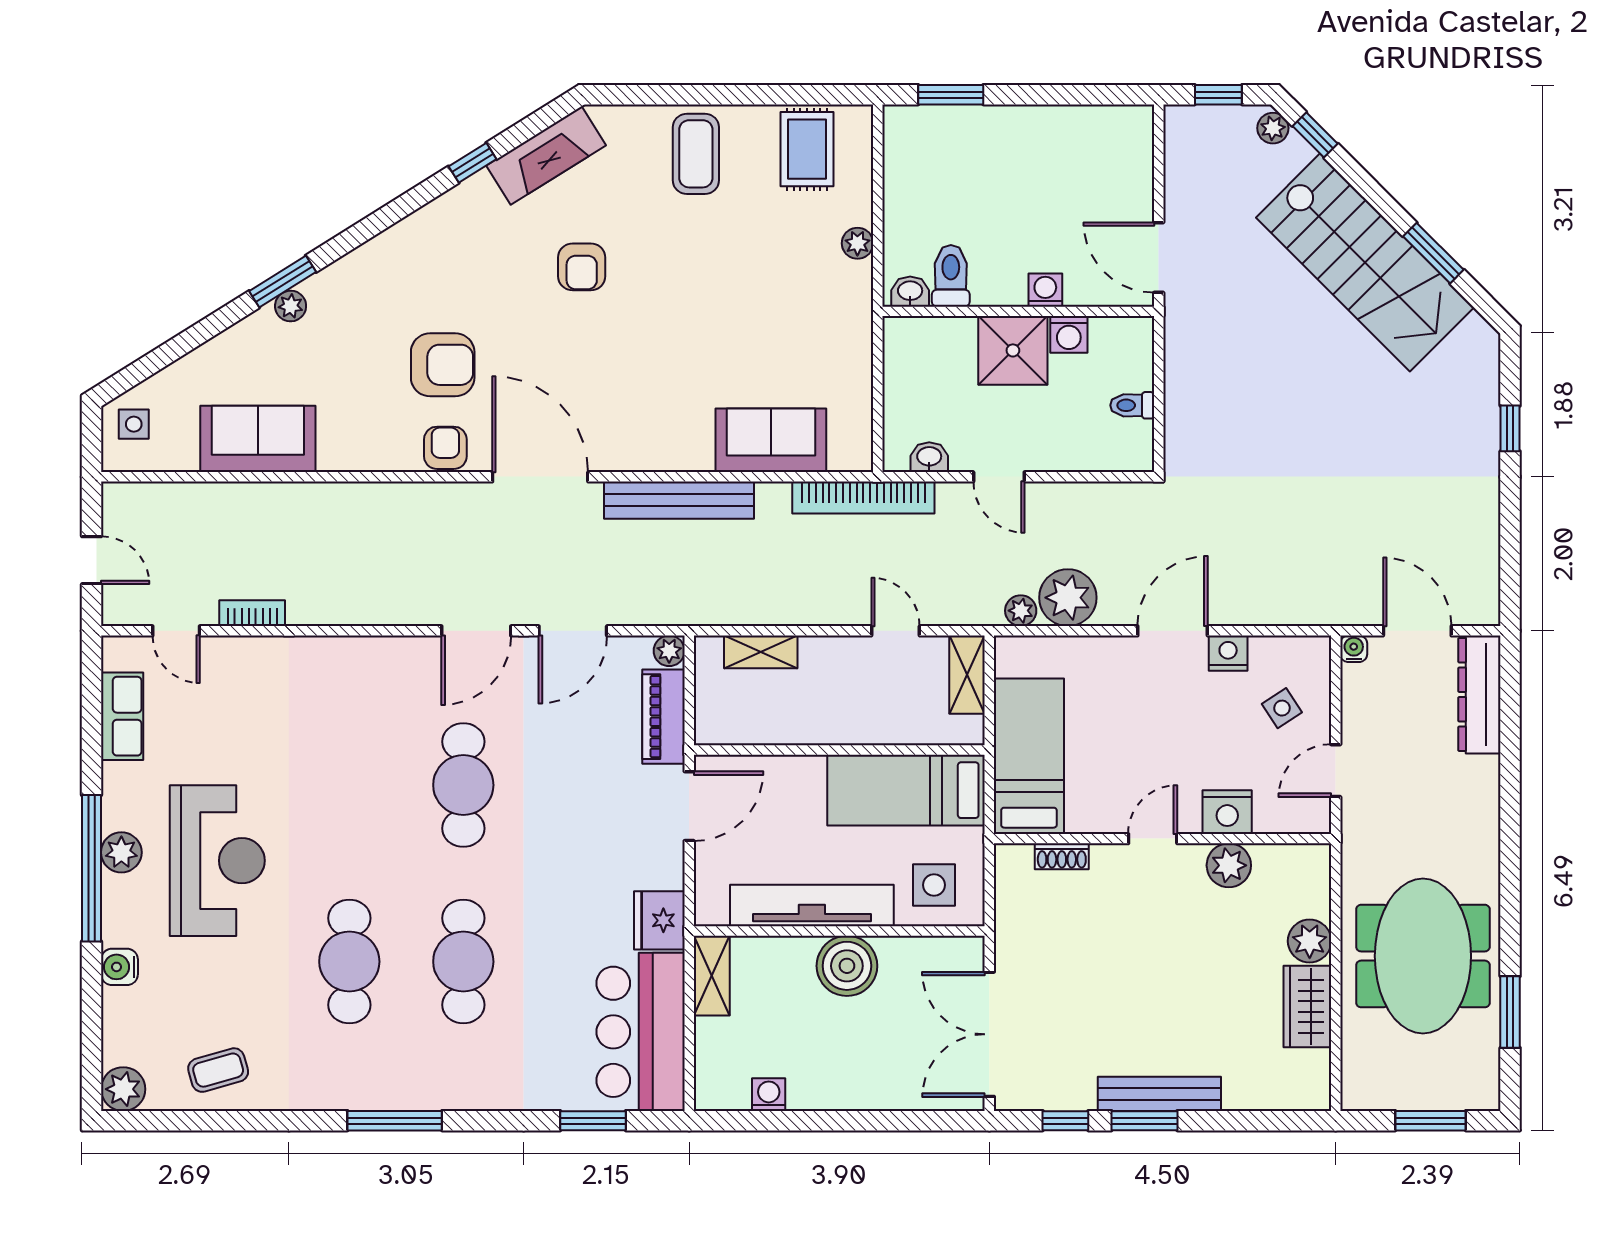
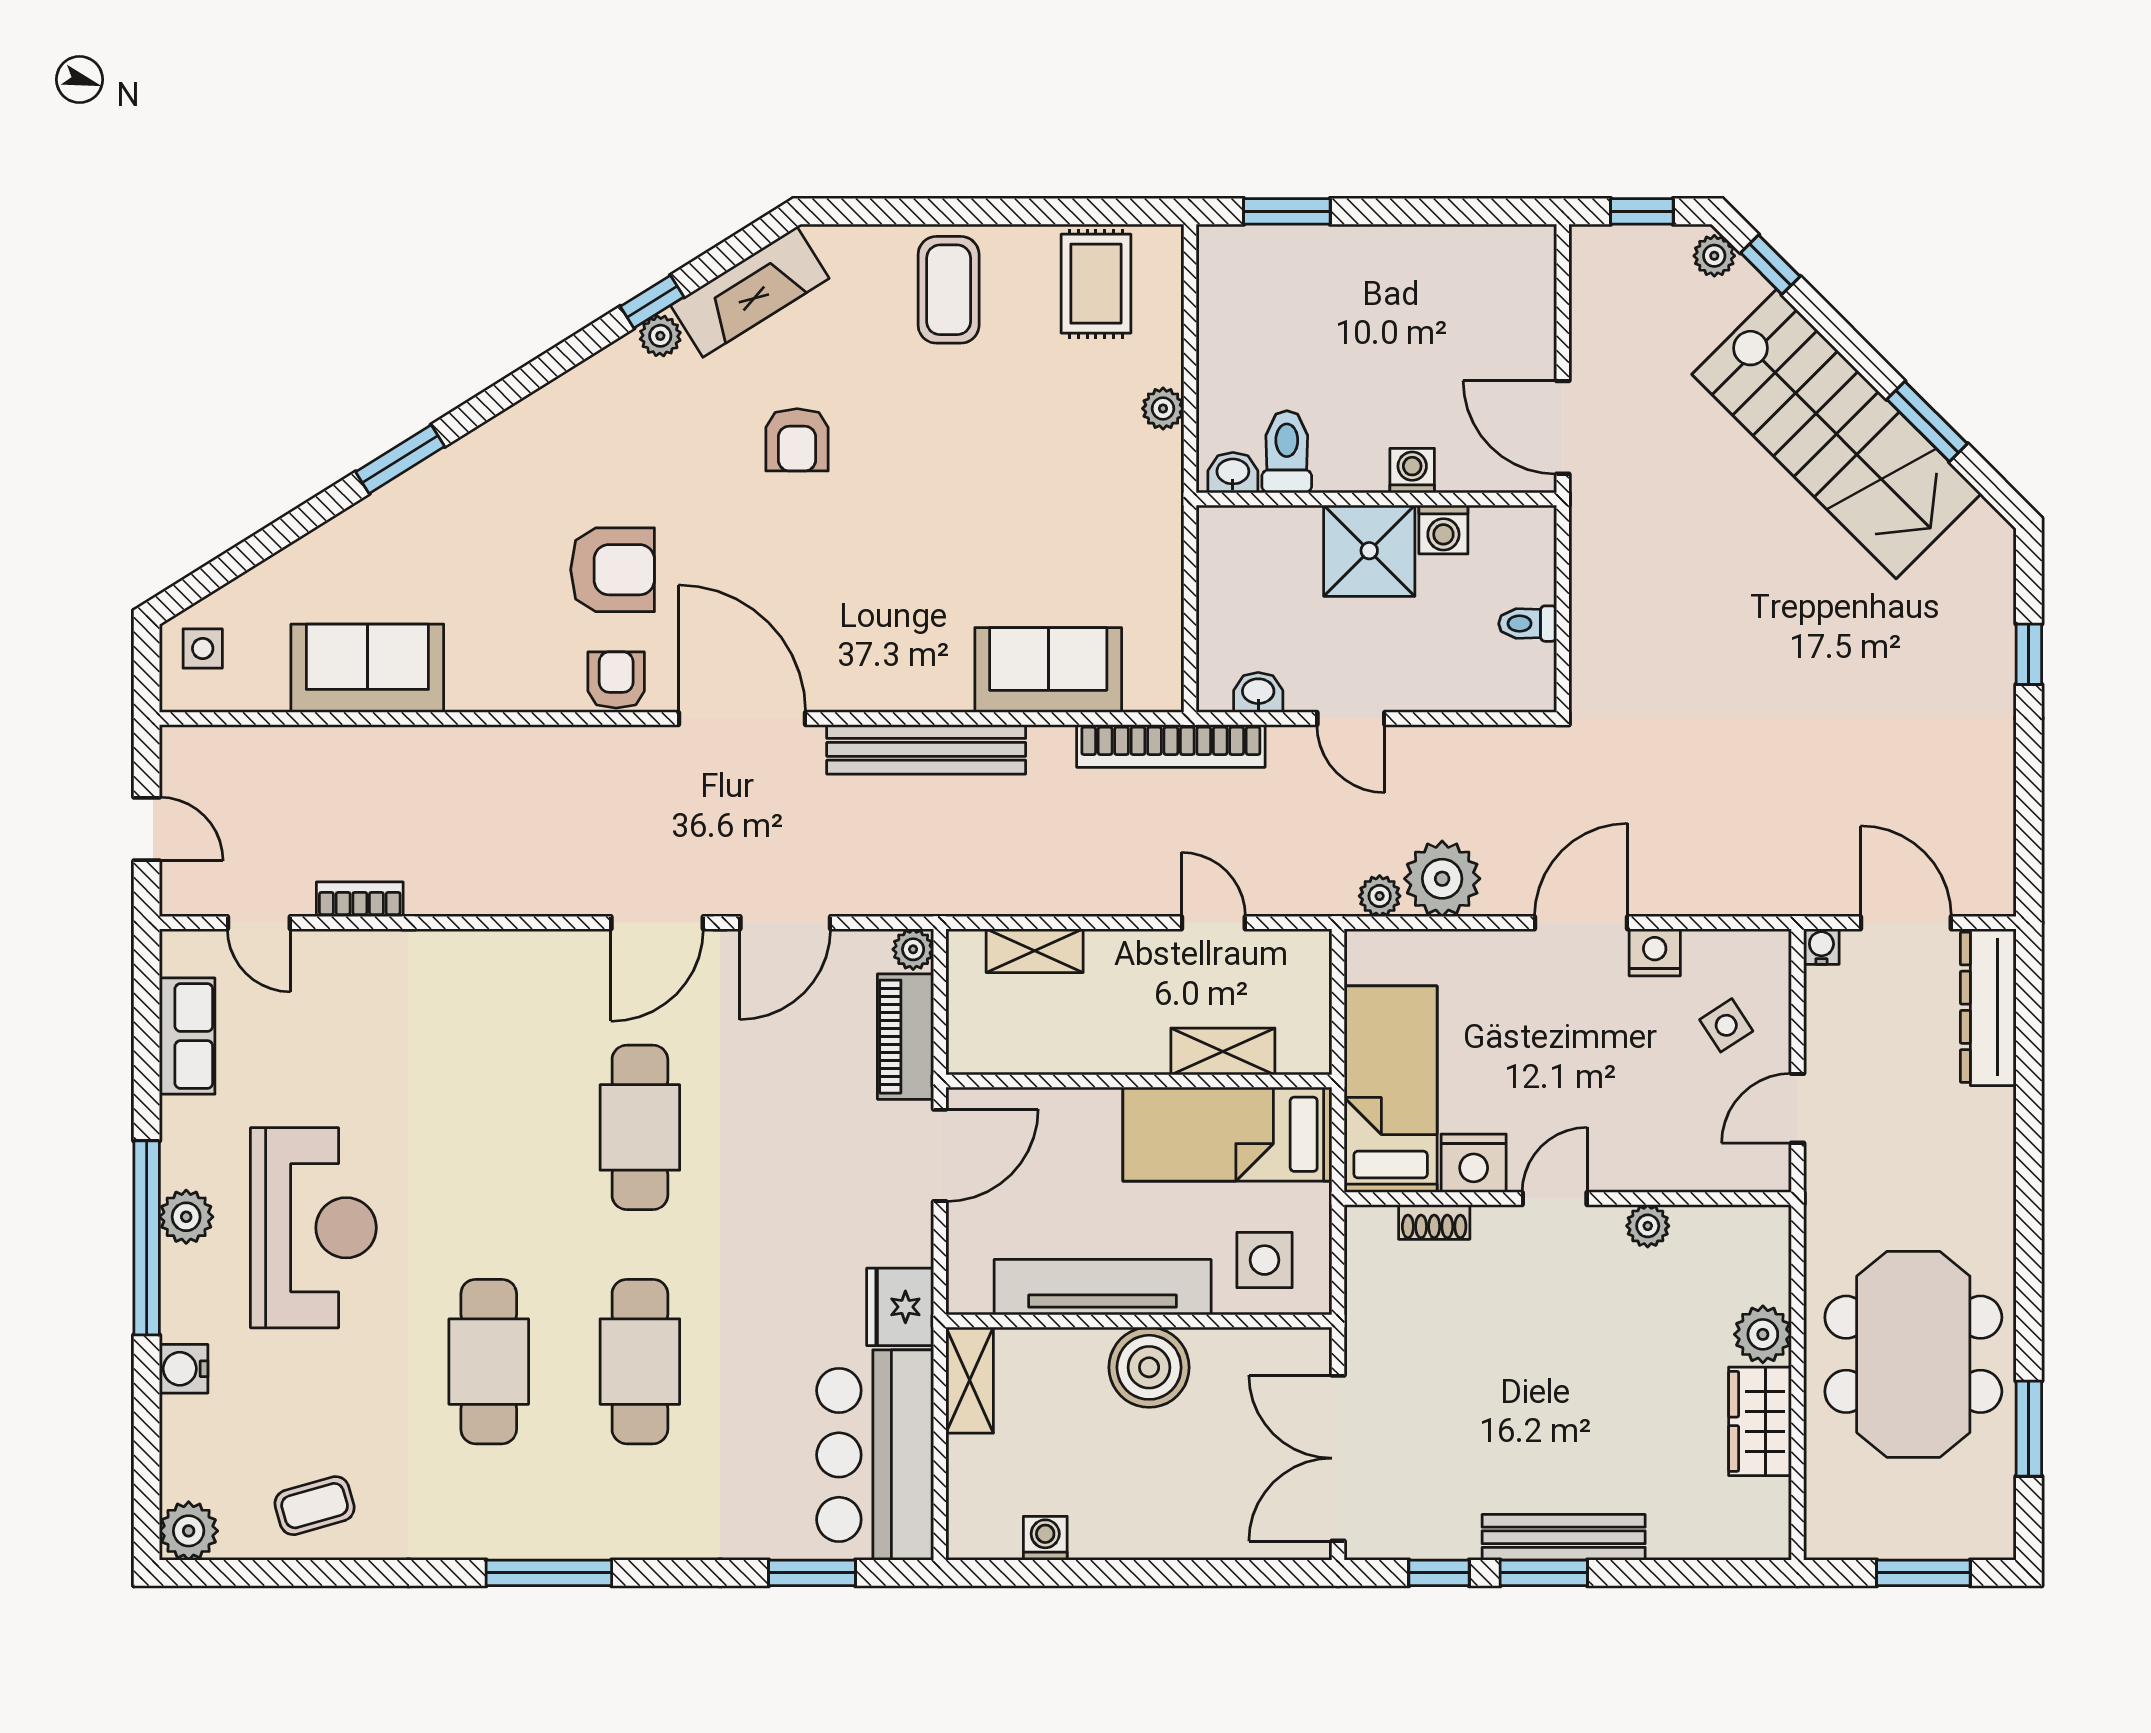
plant: (291, 306) -> (660, 336), moved
shelving: (967, 675) -> (1223, 1051), moved, turned 90
nightstand: (1227, 812) -> (1474, 1163), moved
plant: (1229, 865) -> (1648, 1226), width x0.73, depth x0.73

